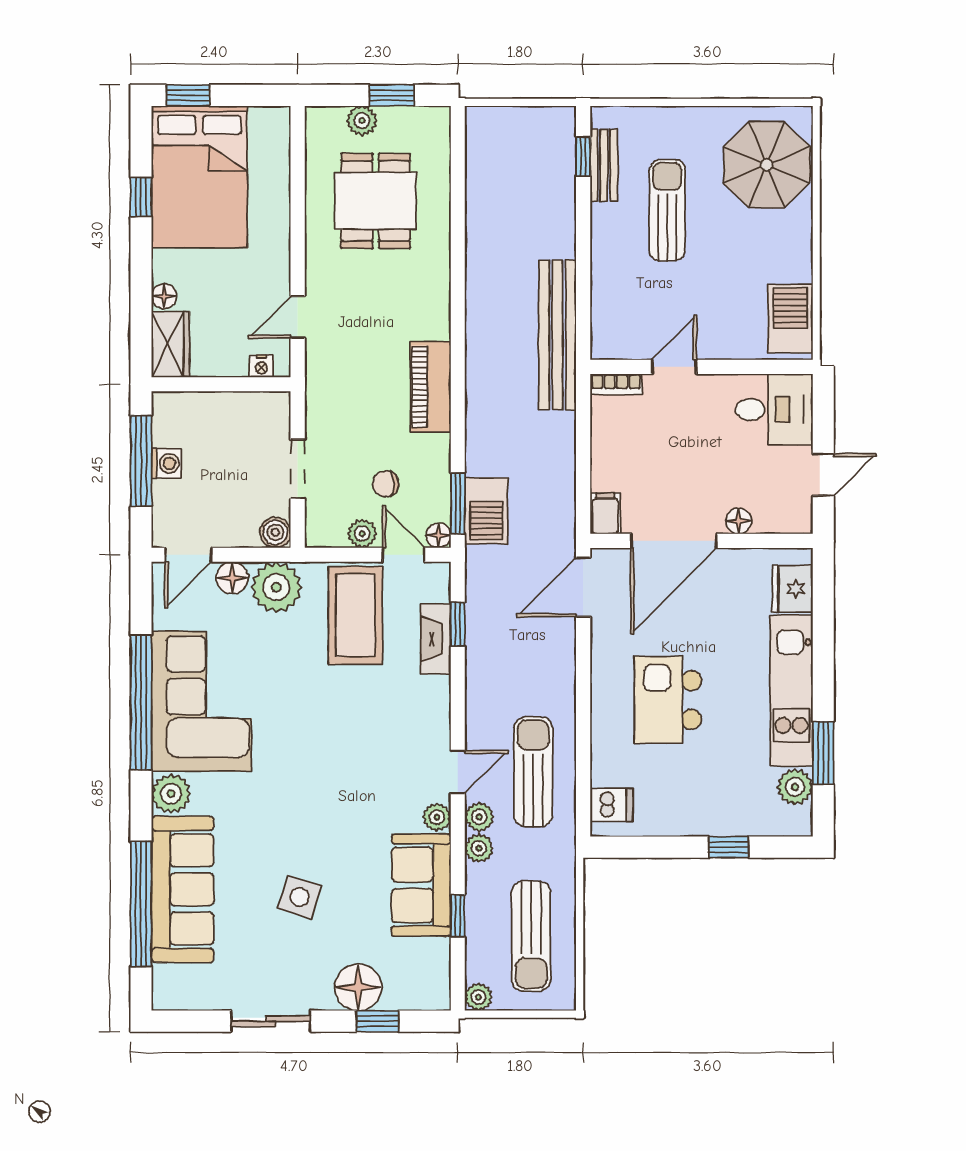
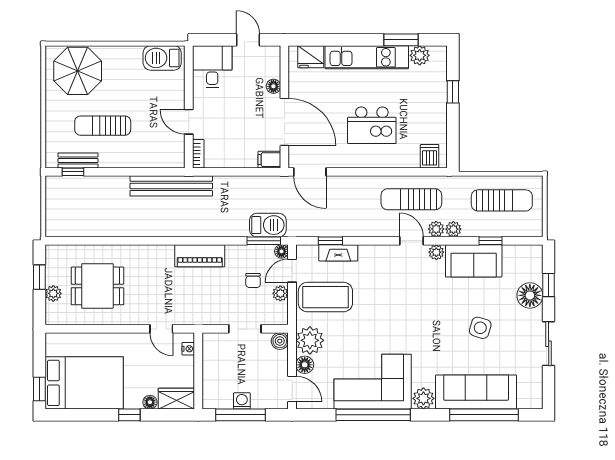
window: (141, 197) -> (129, 415), moved
plant: (478, 997) -> (535, 229), removed

